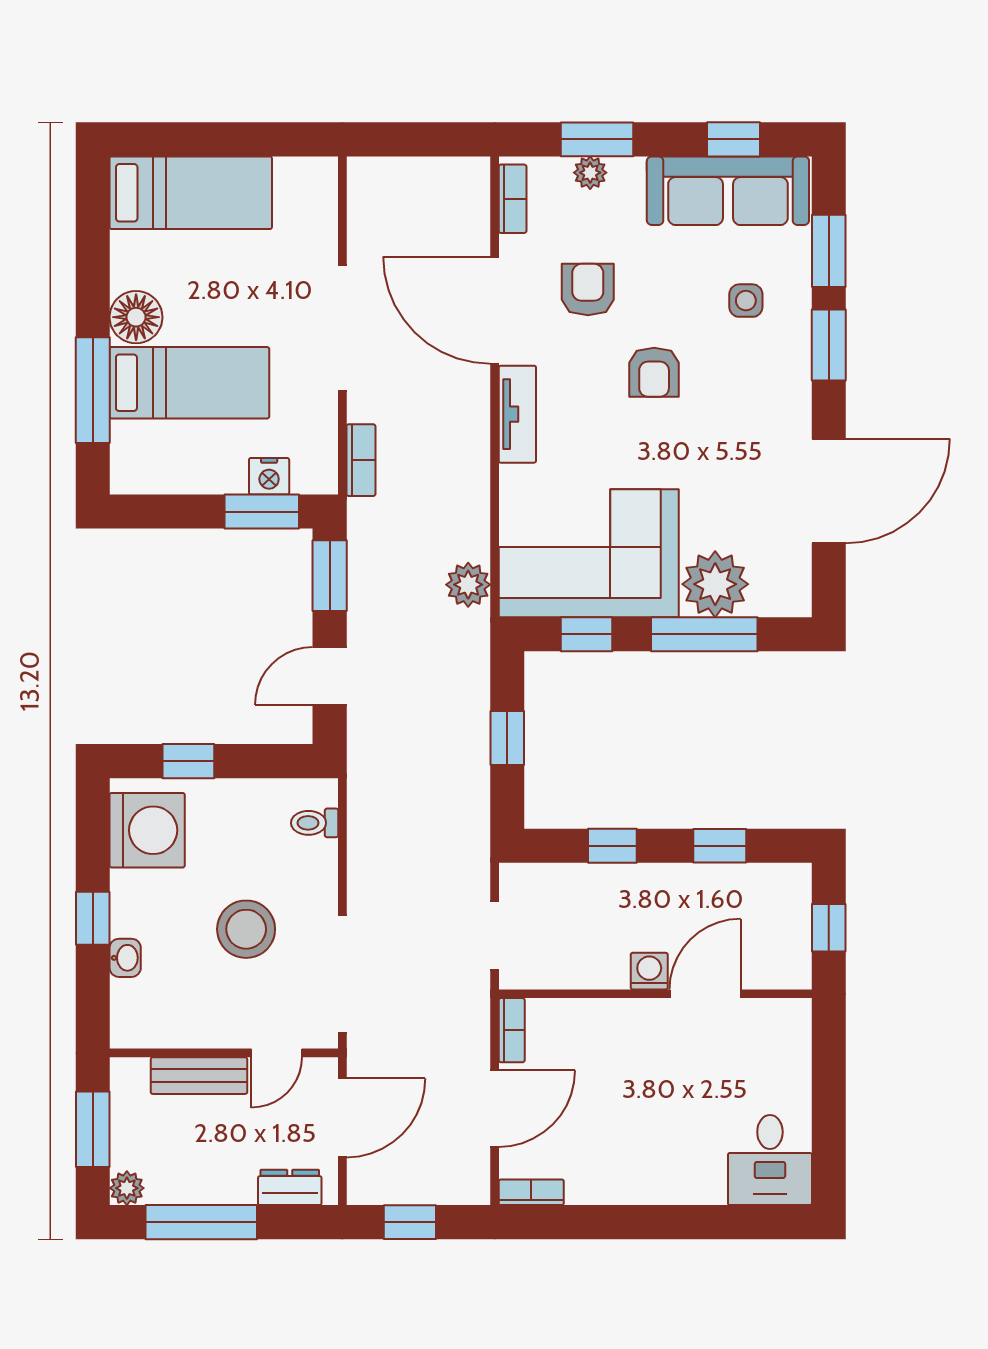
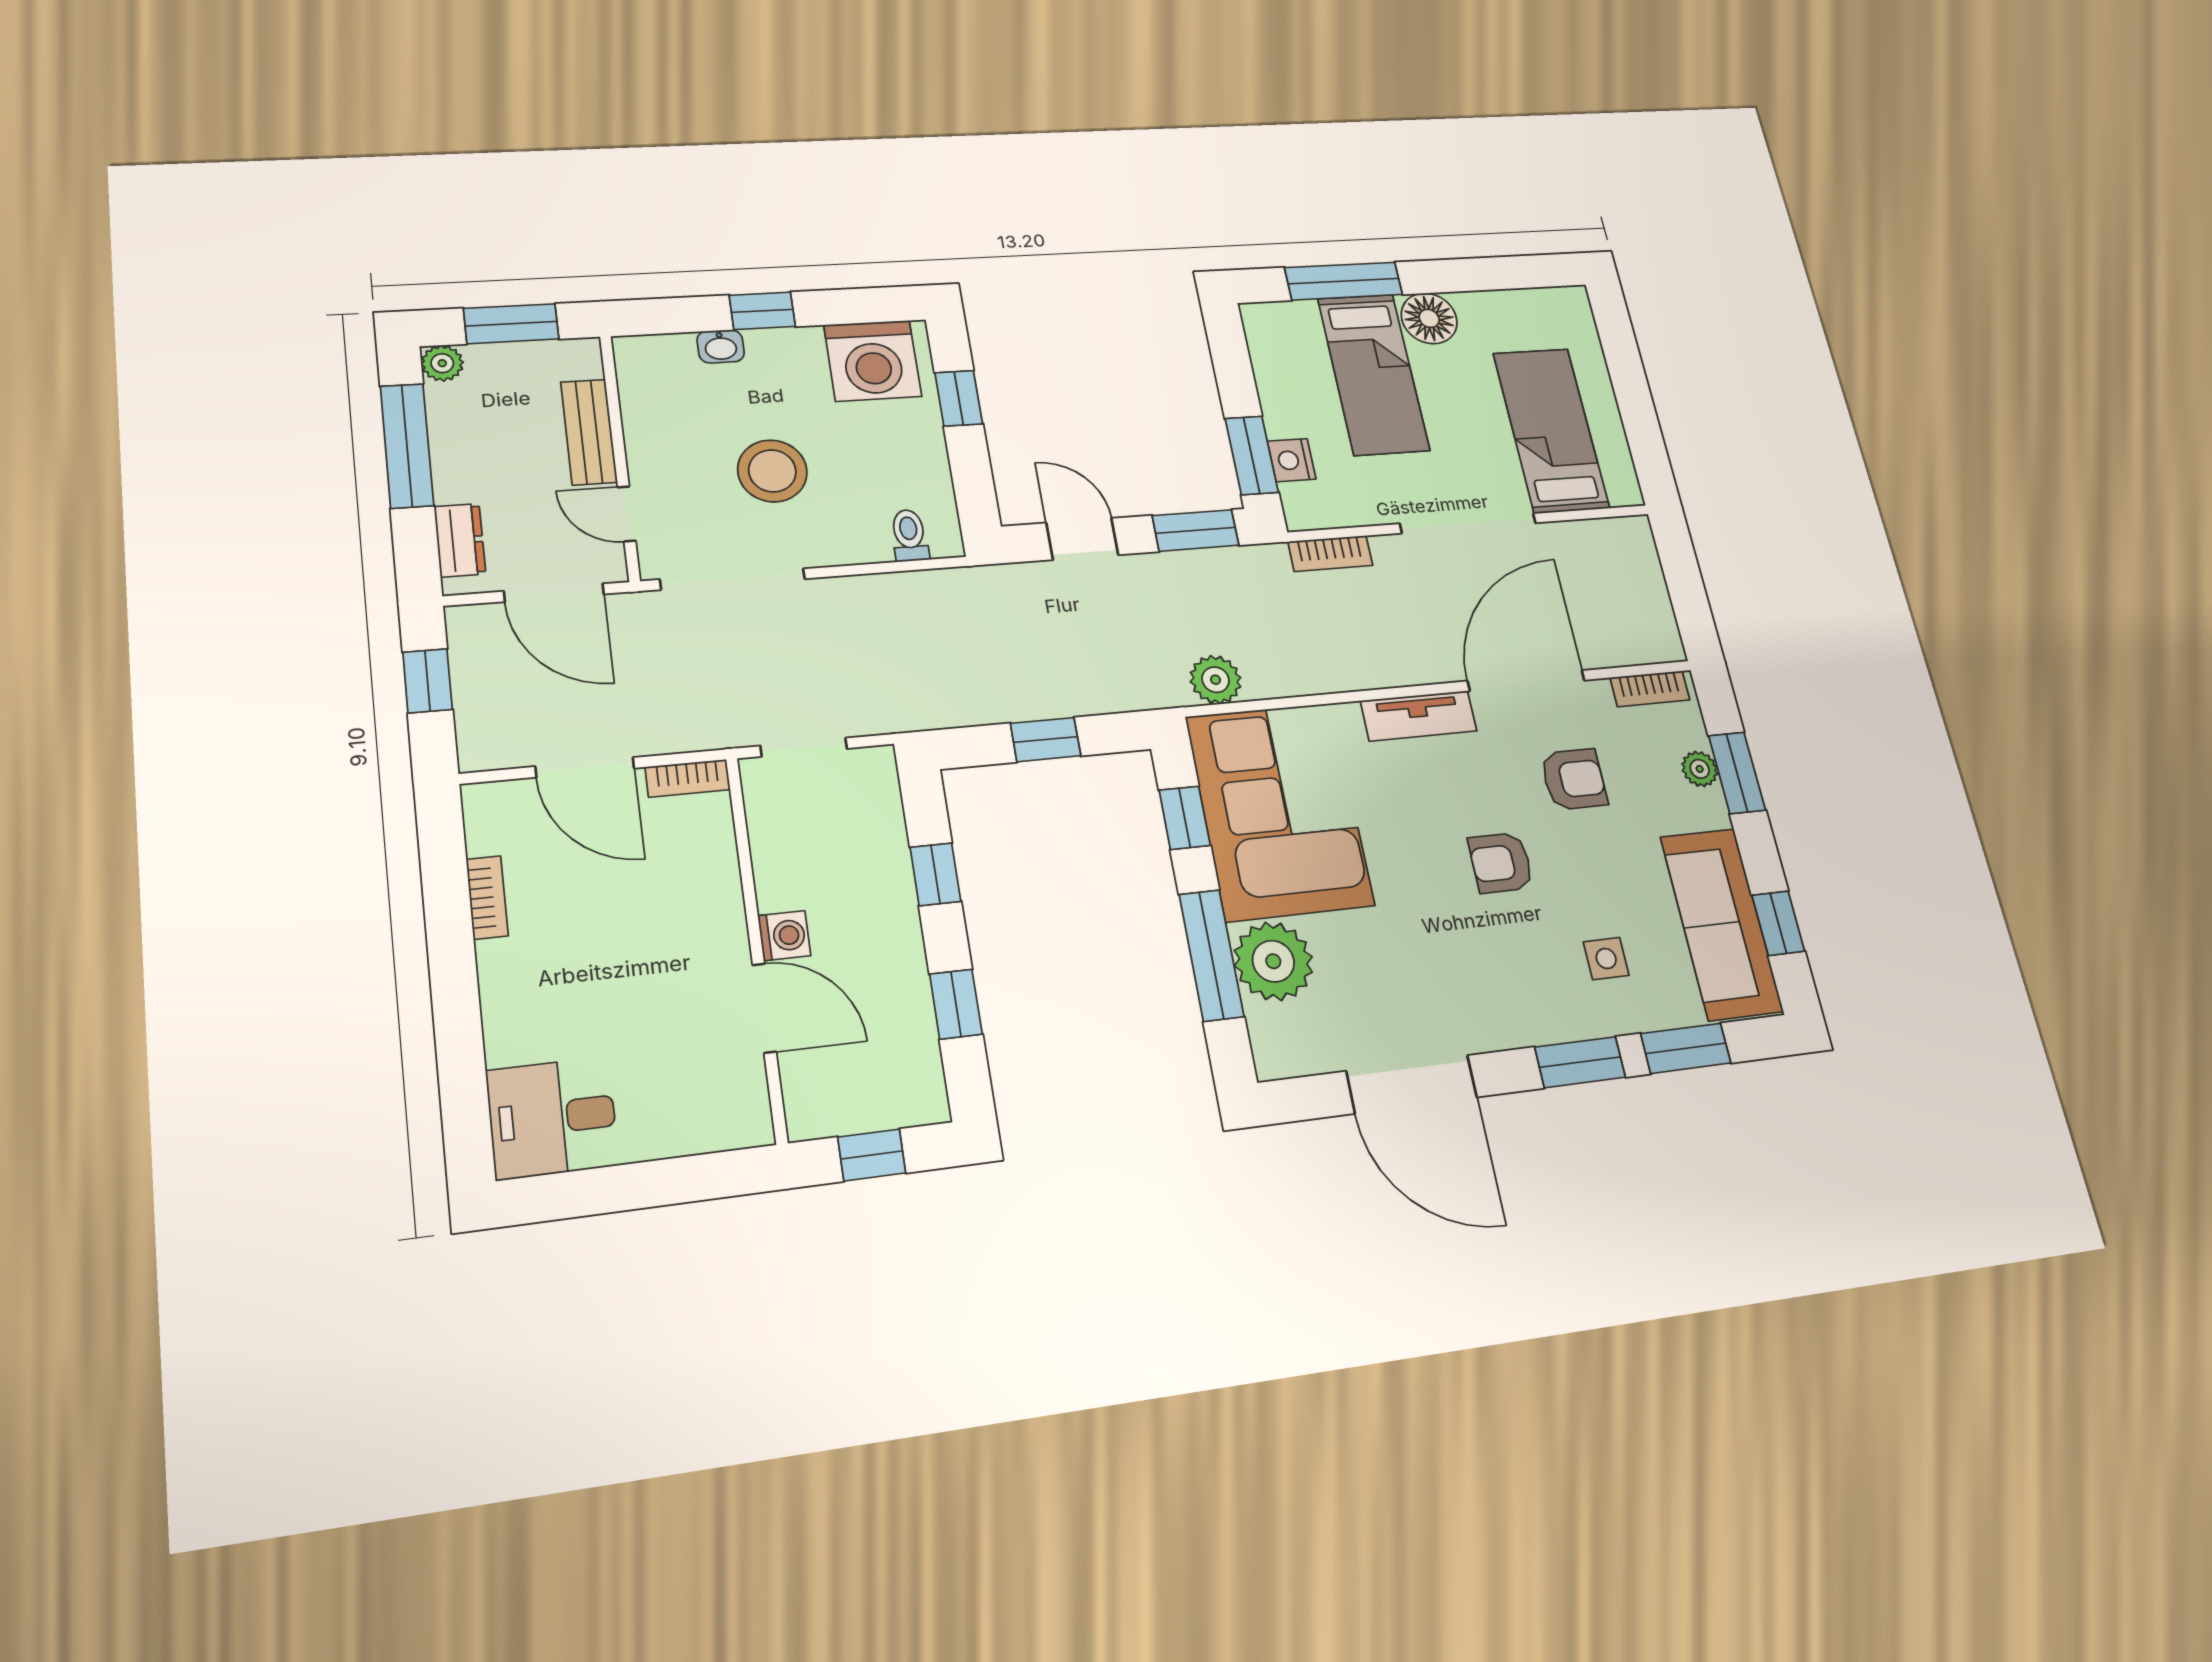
bed: (191, 193) -> (1551, 430), moved, turned 180
bookcase: (531, 1192) -> (487, 898), moved

